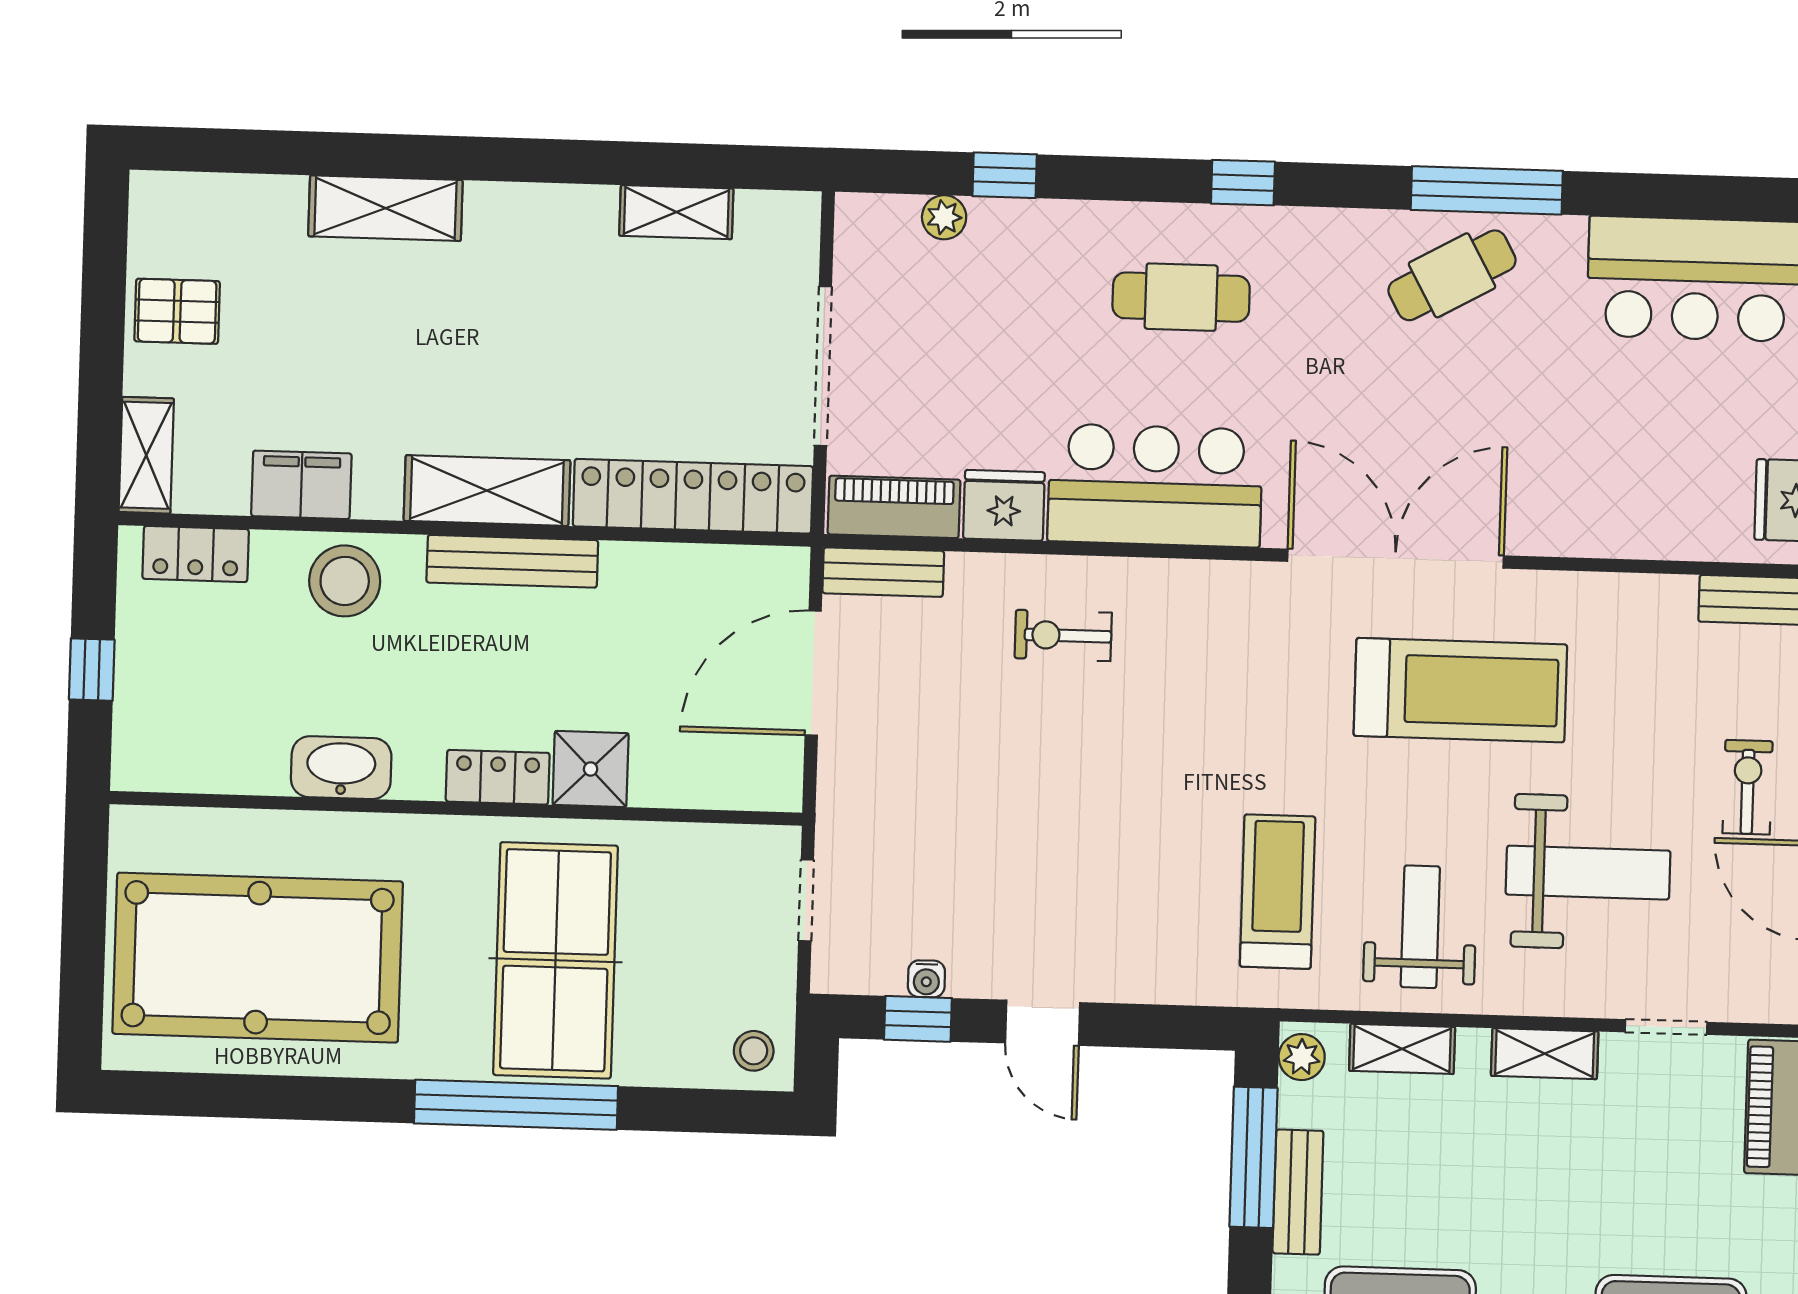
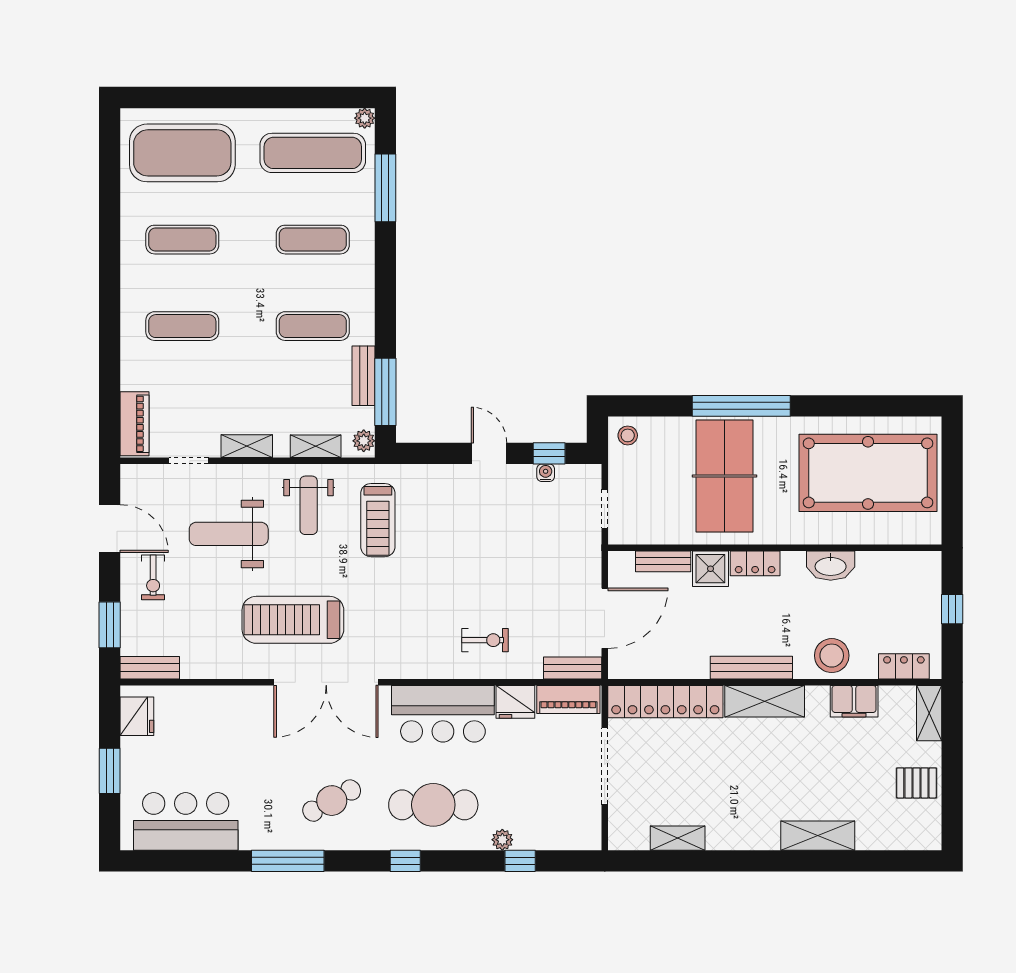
plant: (944, 217) -> (502, 840), moved
cafe table: (1452, 275) -> (332, 801), moved
cafe table: (1181, 297) -> (433, 805), width x1.37, depth x1.35
bench: (688, 787) -> (663, 561), added

